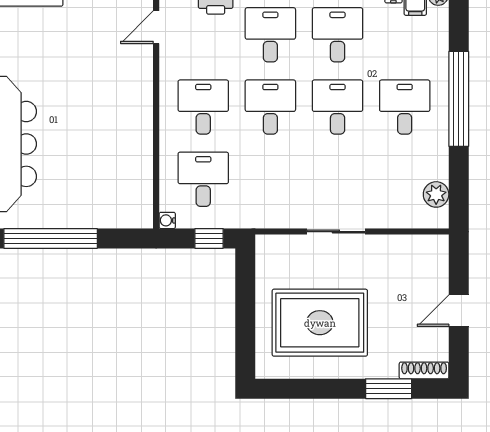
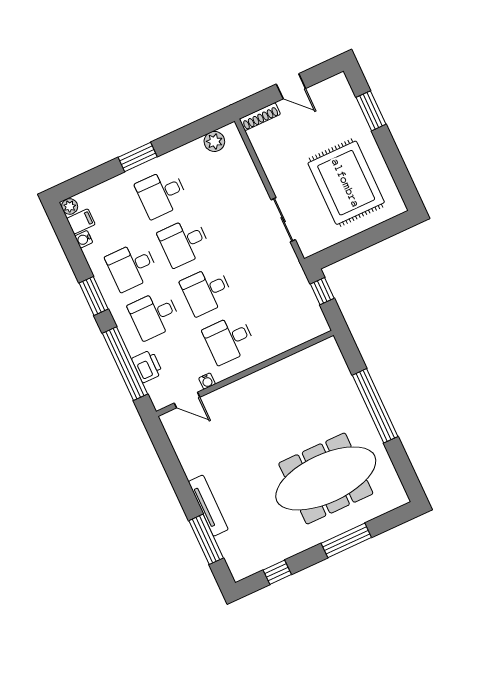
window: (459, 99) -> (138, 157), width x0.47
desk: (203, 179) -> (281, 315), removed
water cooler: (167, 220) -> (207, 381), moved
sliding door: (336, 232) -> (283, 220), moved
shoe rack: (424, 370) -> (260, 117), moved, turned -90

